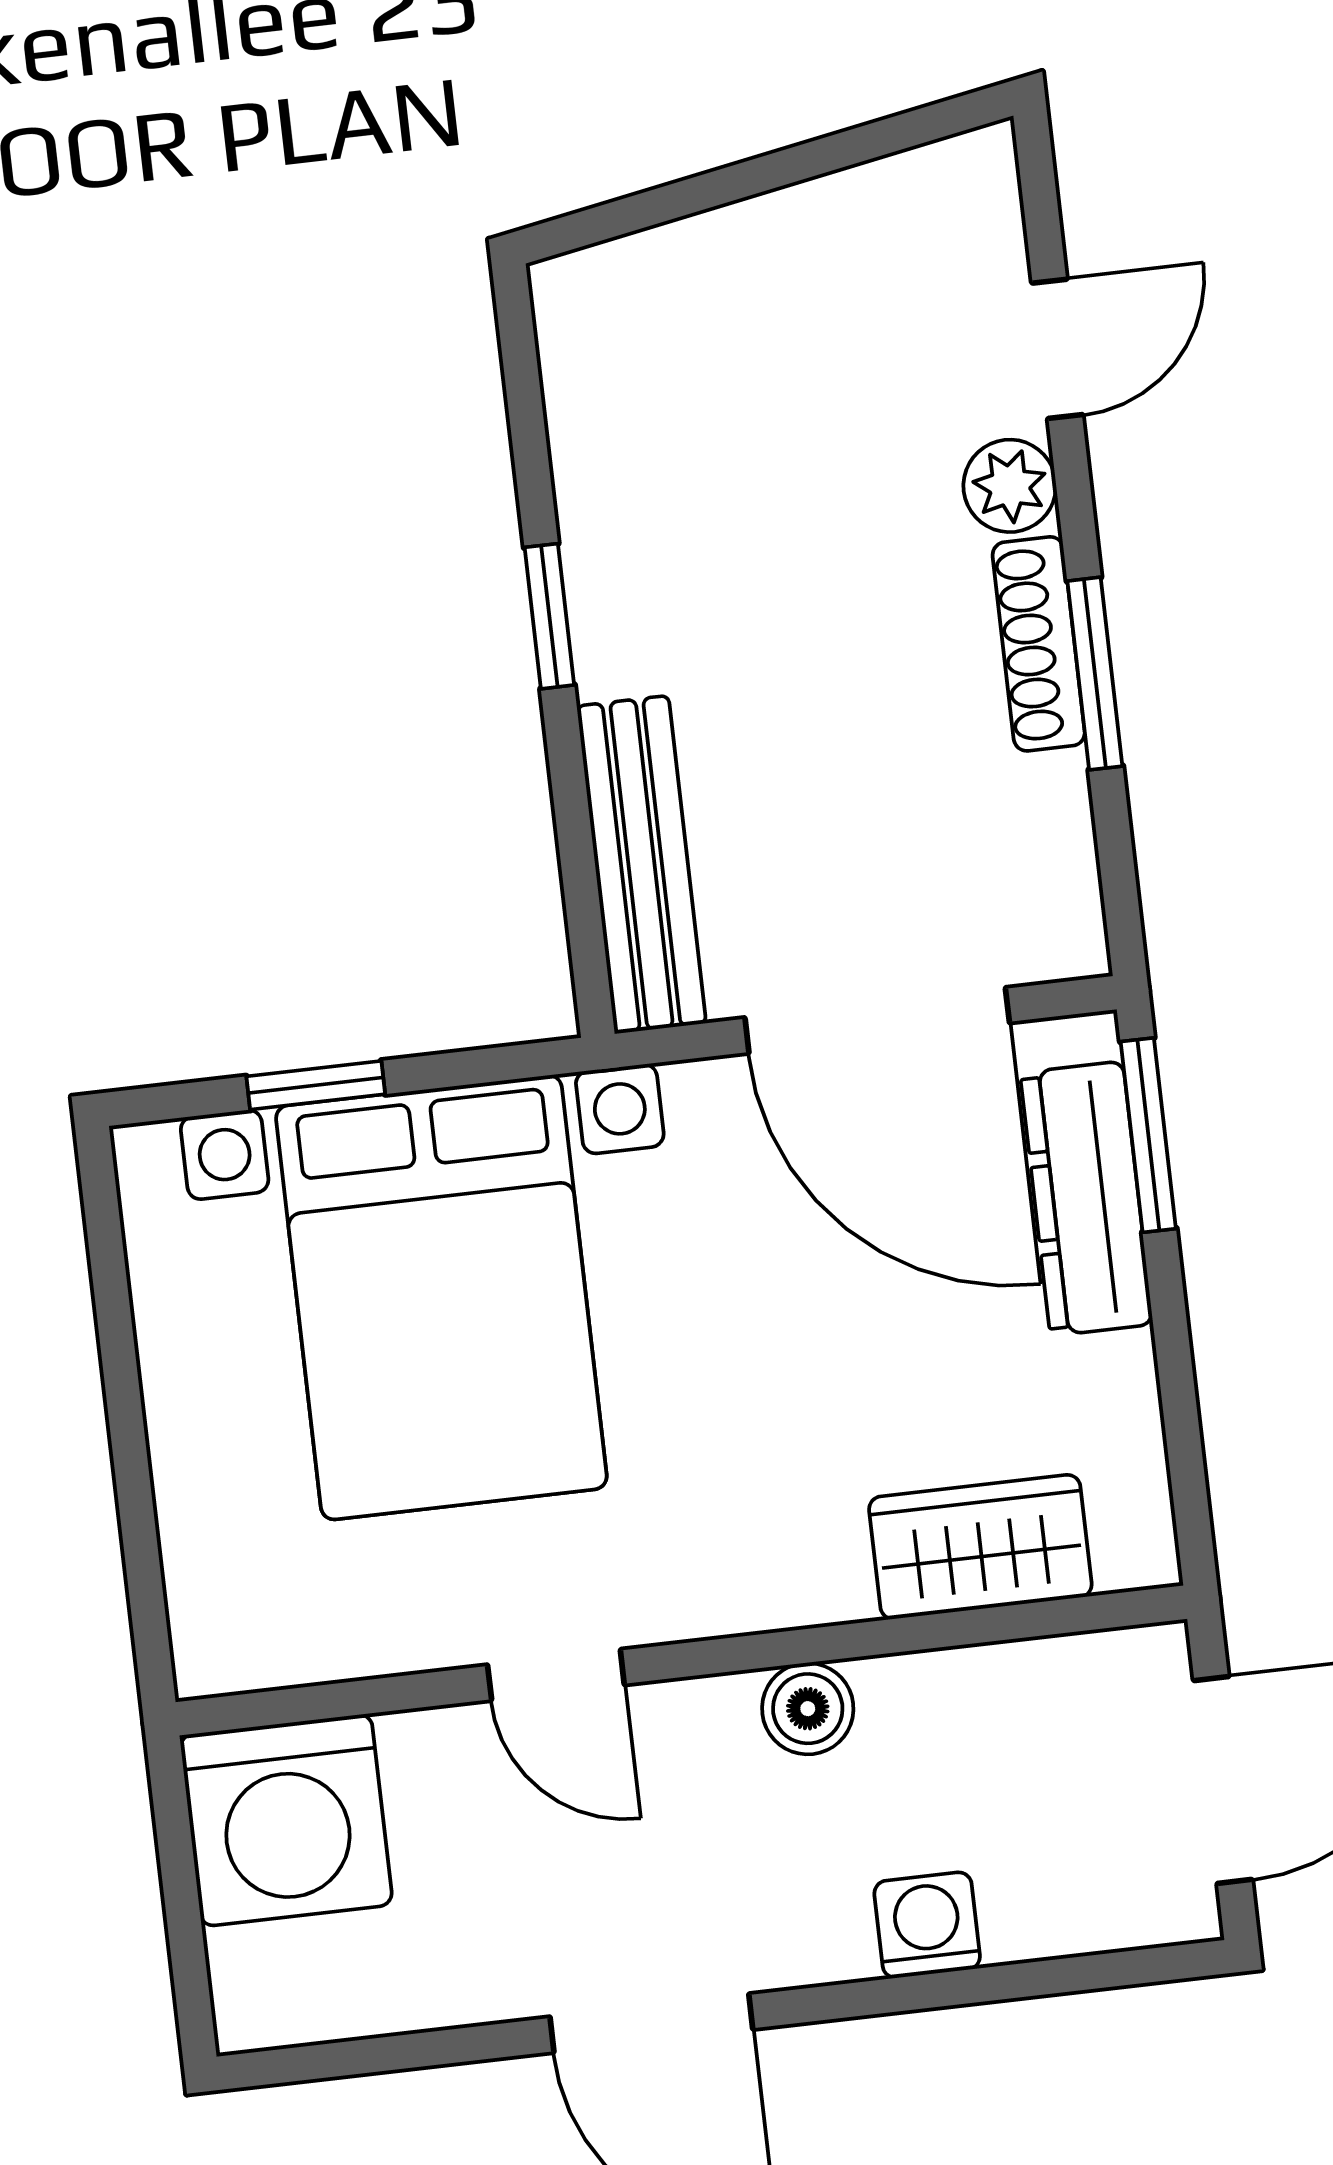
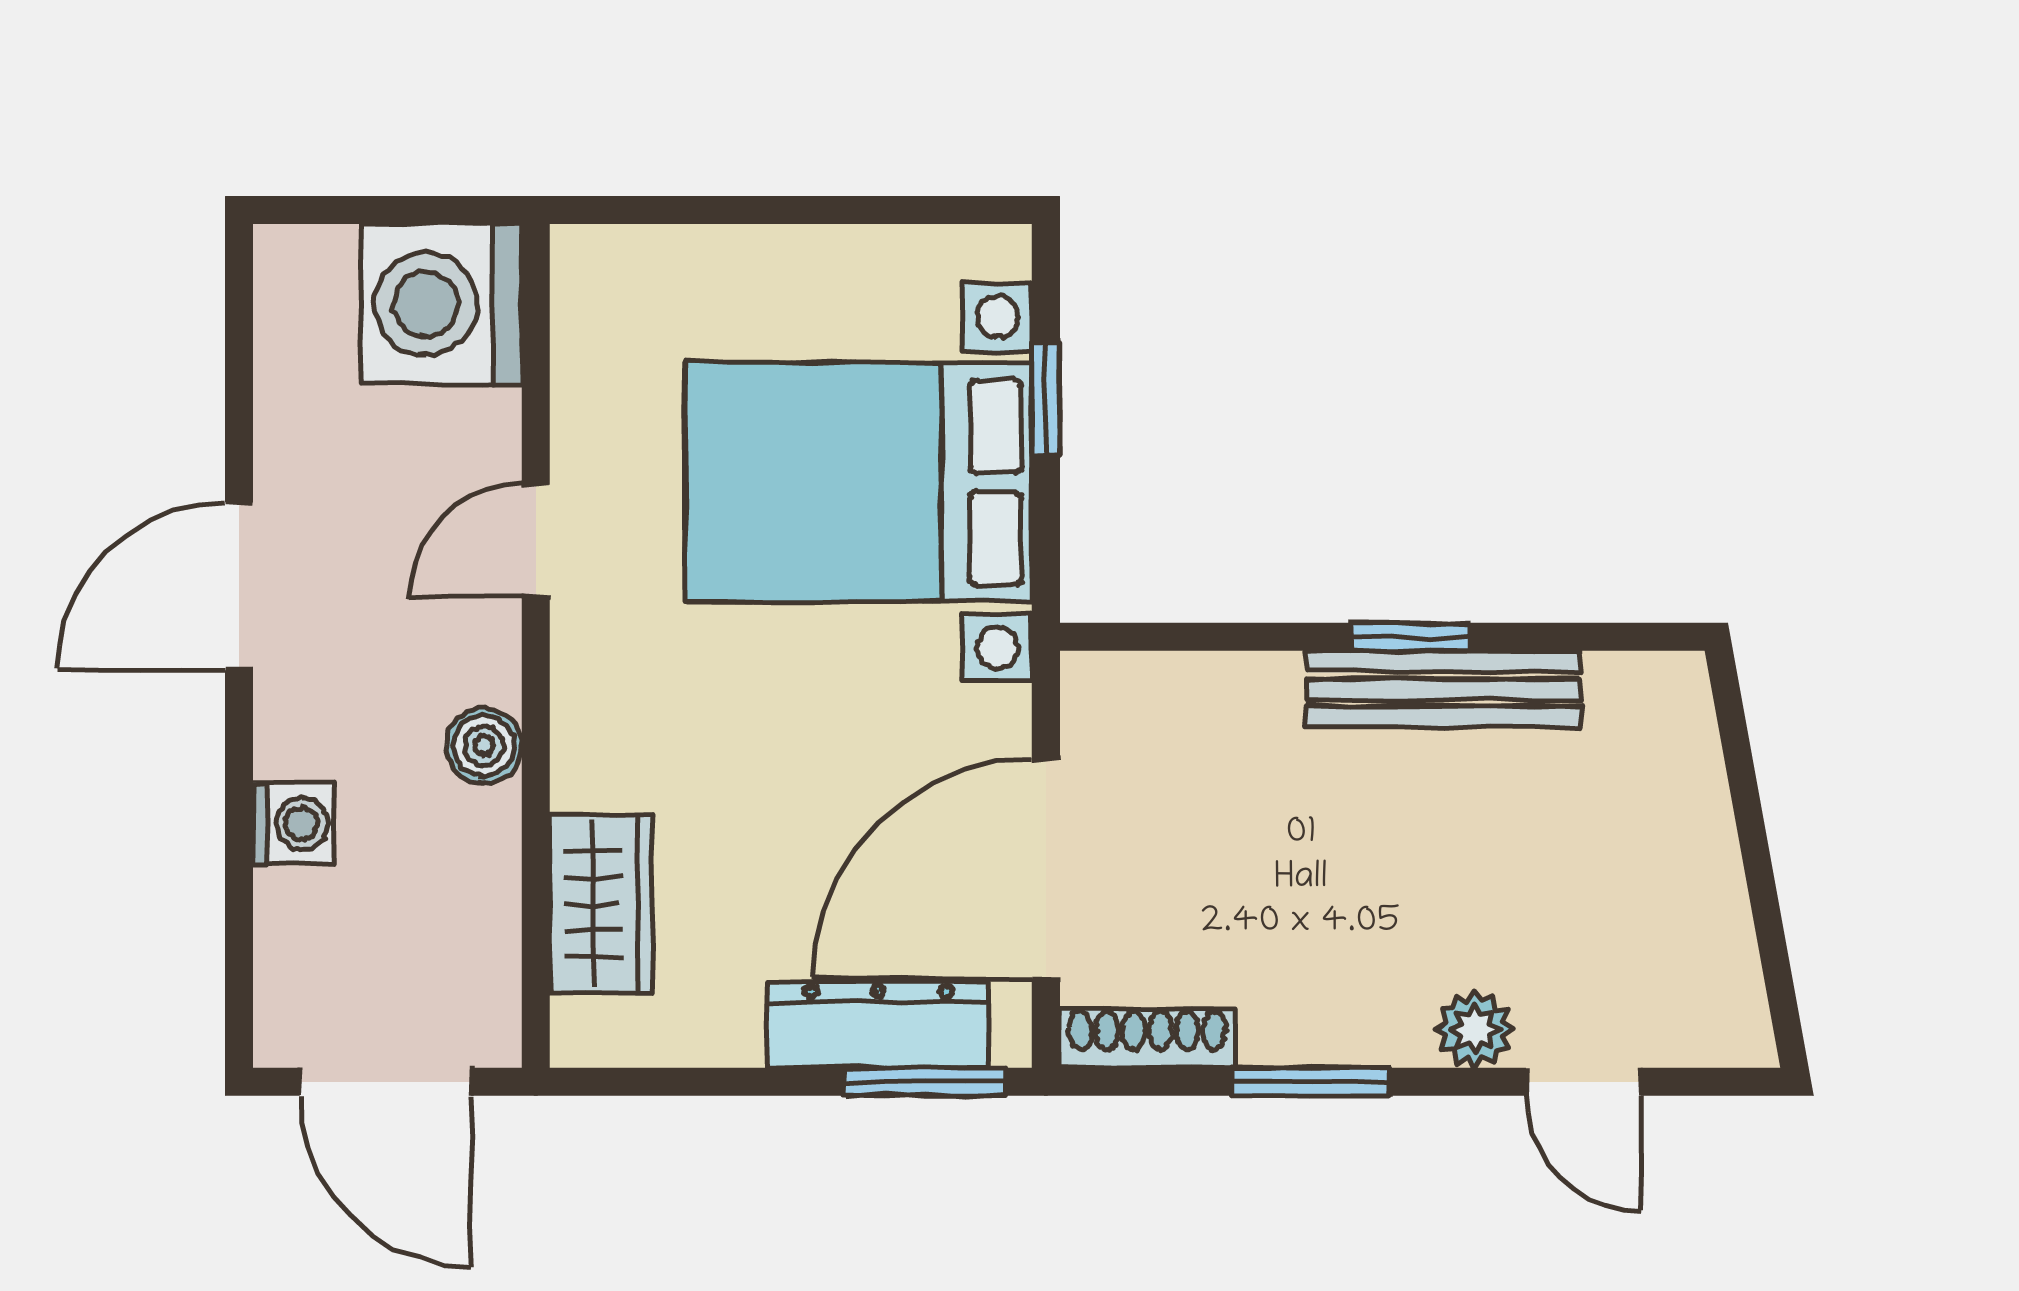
shoe rack: (1039, 644) -> (1147, 1038), moved
bench: (641, 865) -> (1443, 689), moved

